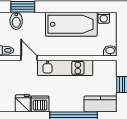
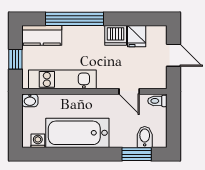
kitchen unit: (65, 68) -> (62, 79), moved

